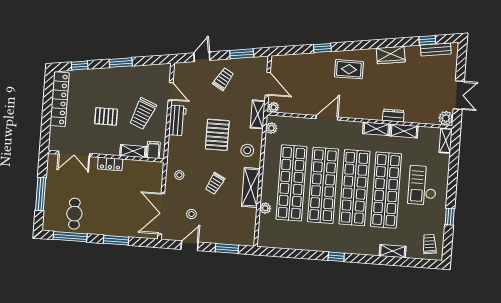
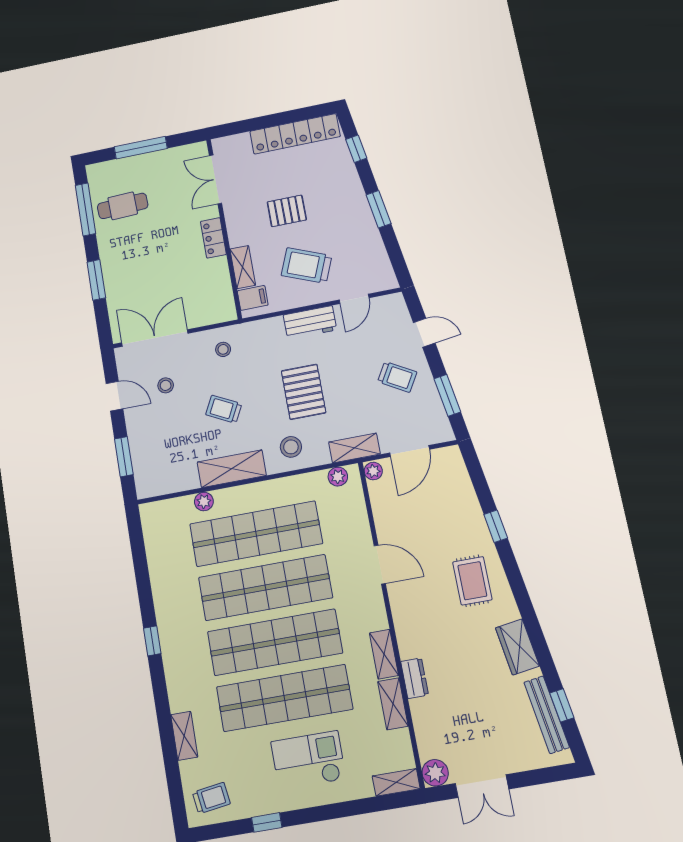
bench: (436, 49) -> (547, 715), width x1.36
pallet: (106, 116) -> (287, 211), turned 90
pallet: (217, 135) -> (304, 392), turned 90

